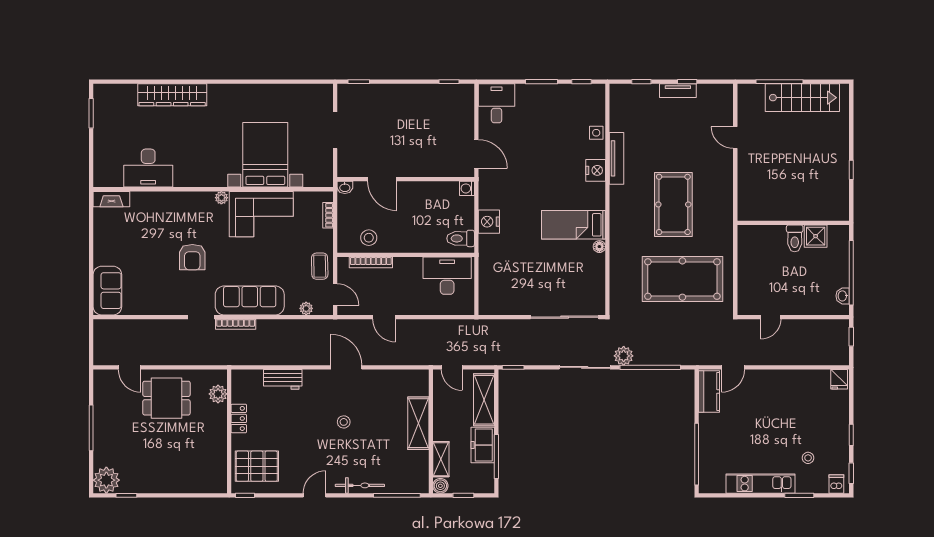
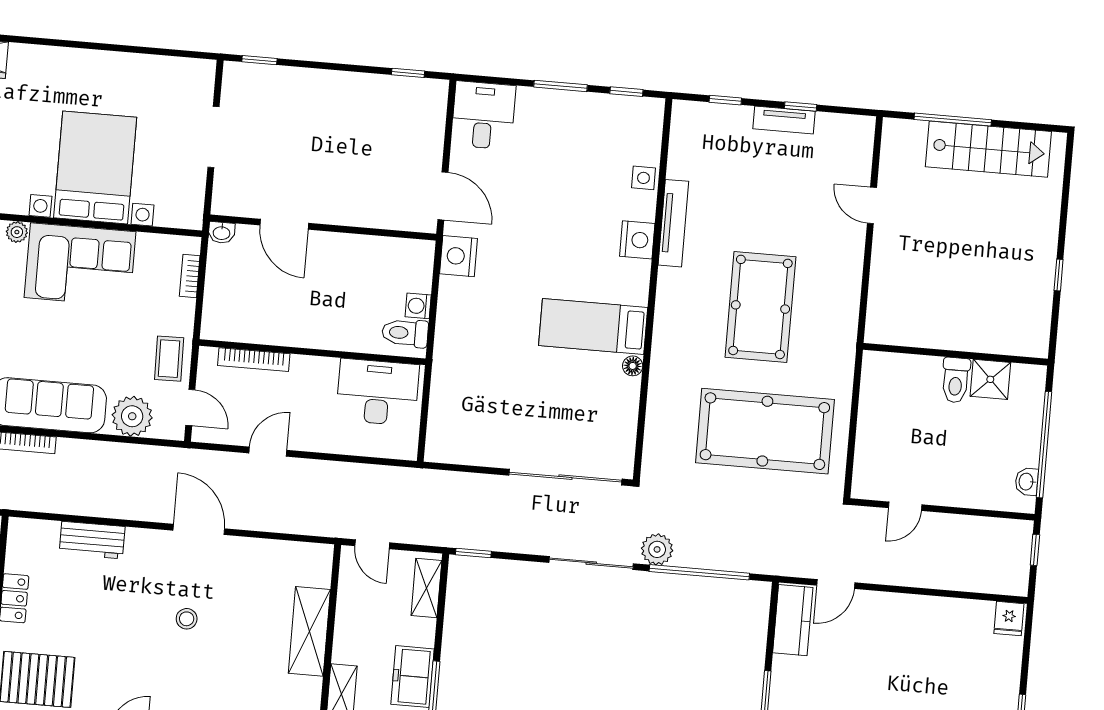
washing machine: (467, 188) -> (418, 306), moved
nightstand: (489, 222) -> (459, 256), moved
stool: (369, 238) -> (254, 319), removed
plant: (306, 308) -> (132, 416), width x1.87, depth x1.87
door: (384, 317) -> (268, 452), swing flipped
shelving: (484, 400) -> (426, 588), width x0.67, depth x0.75

